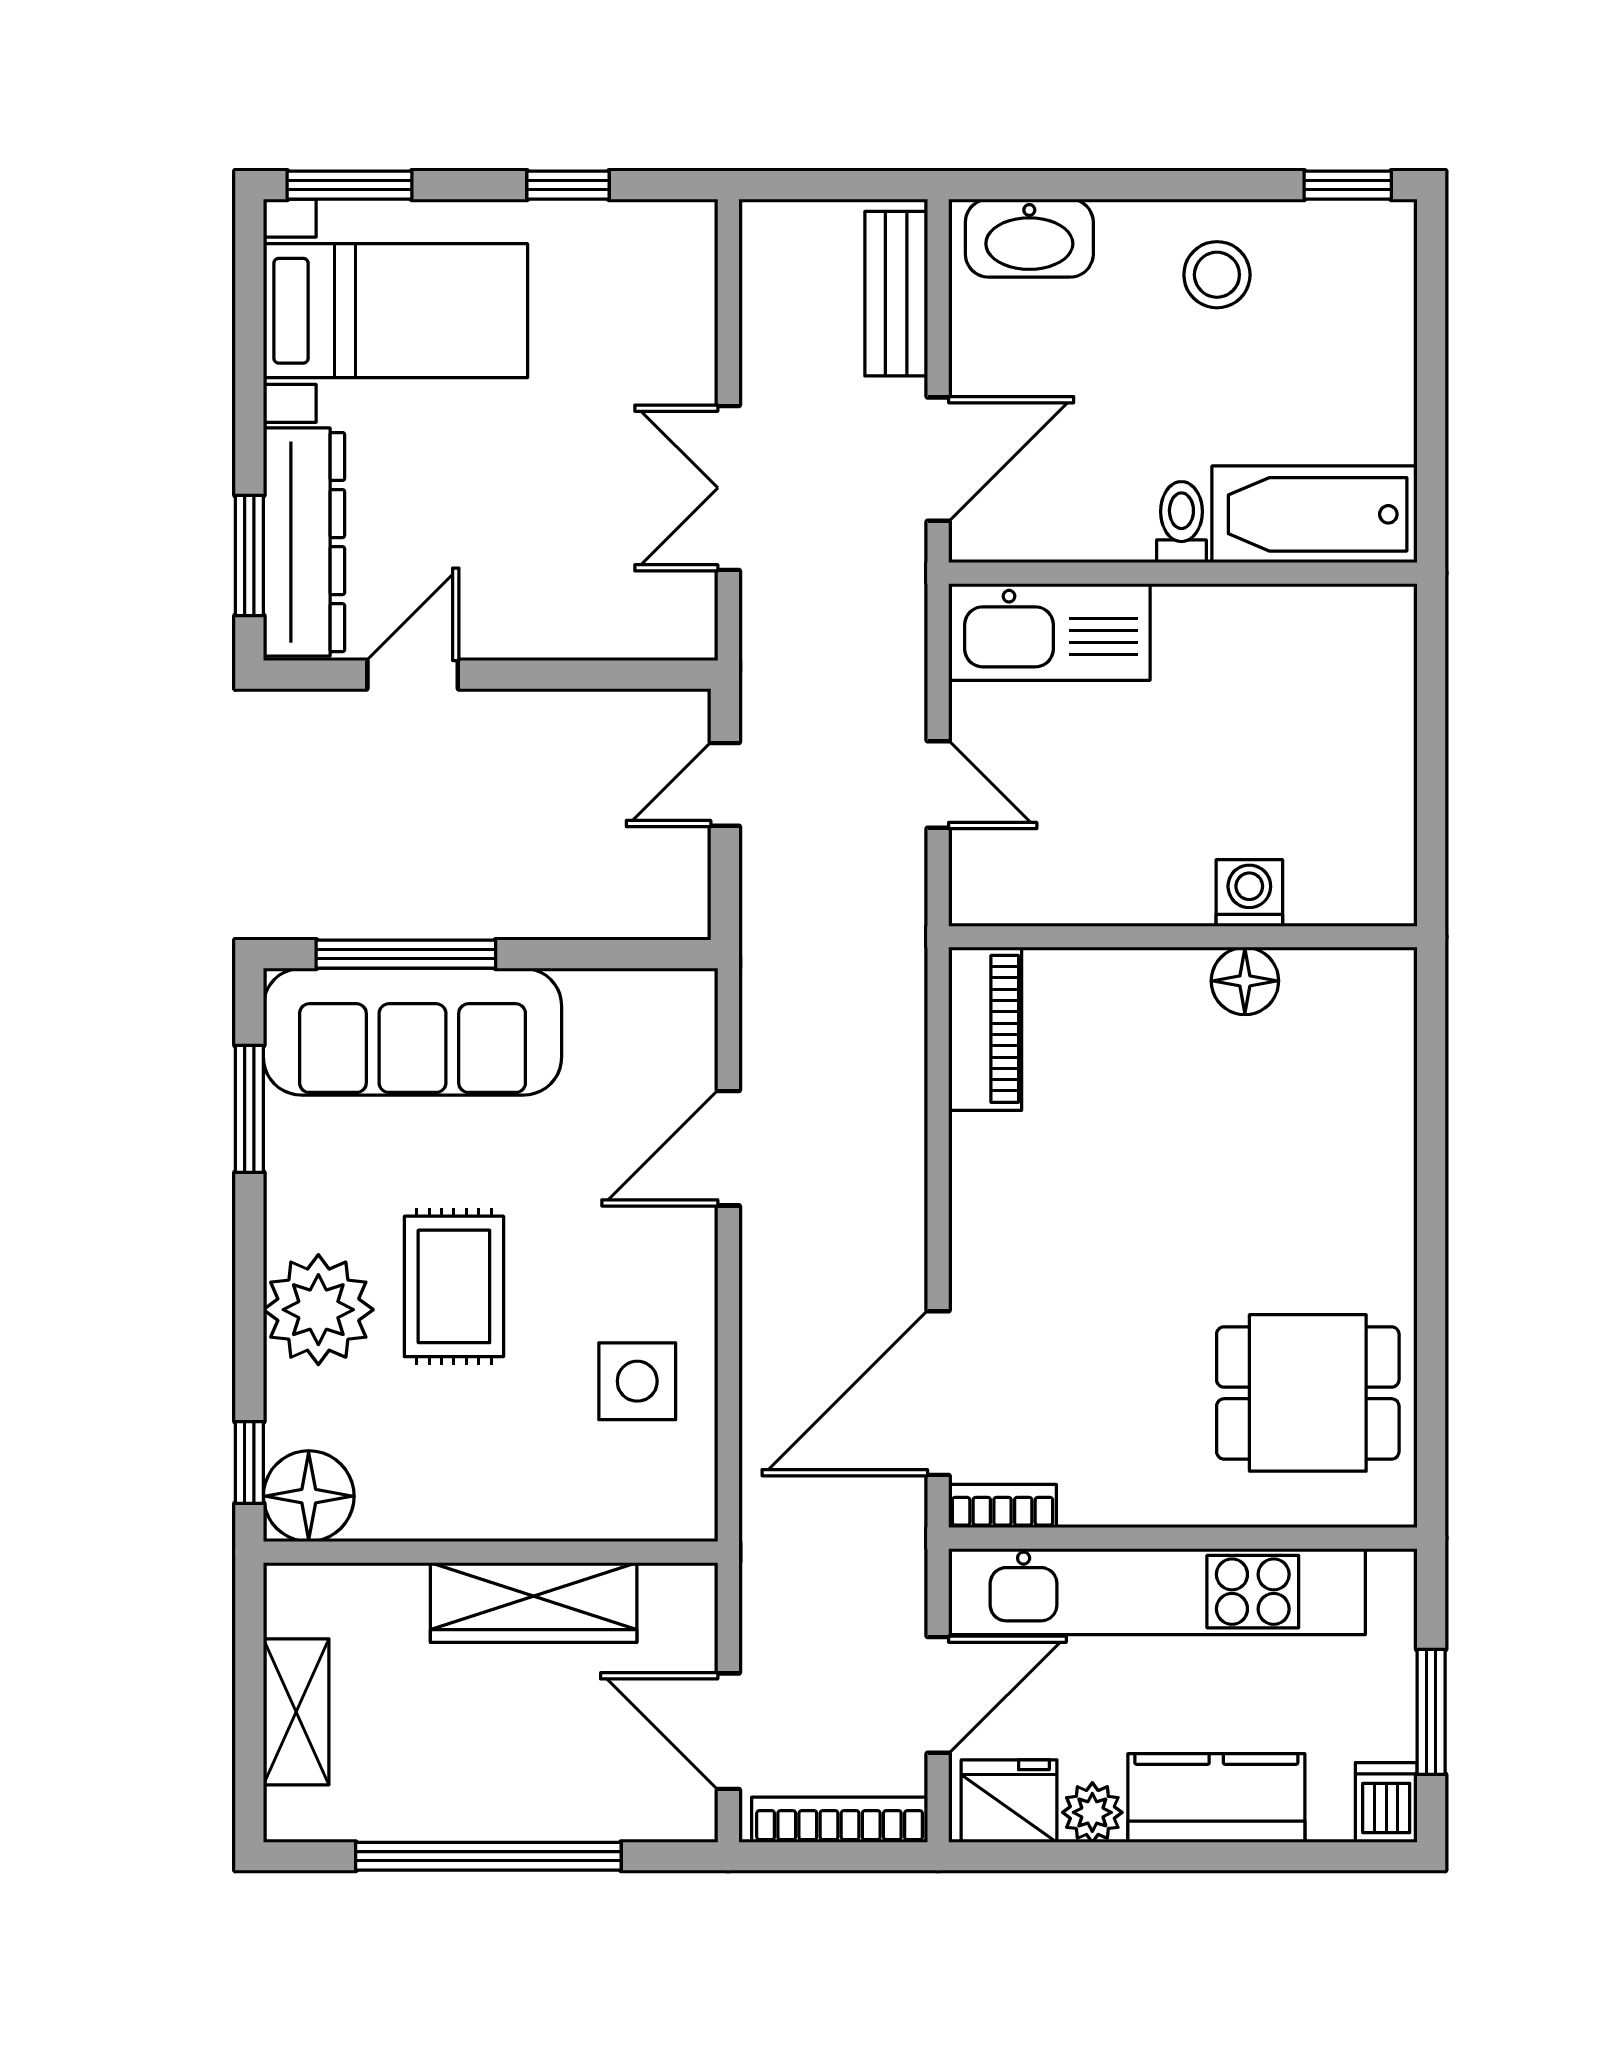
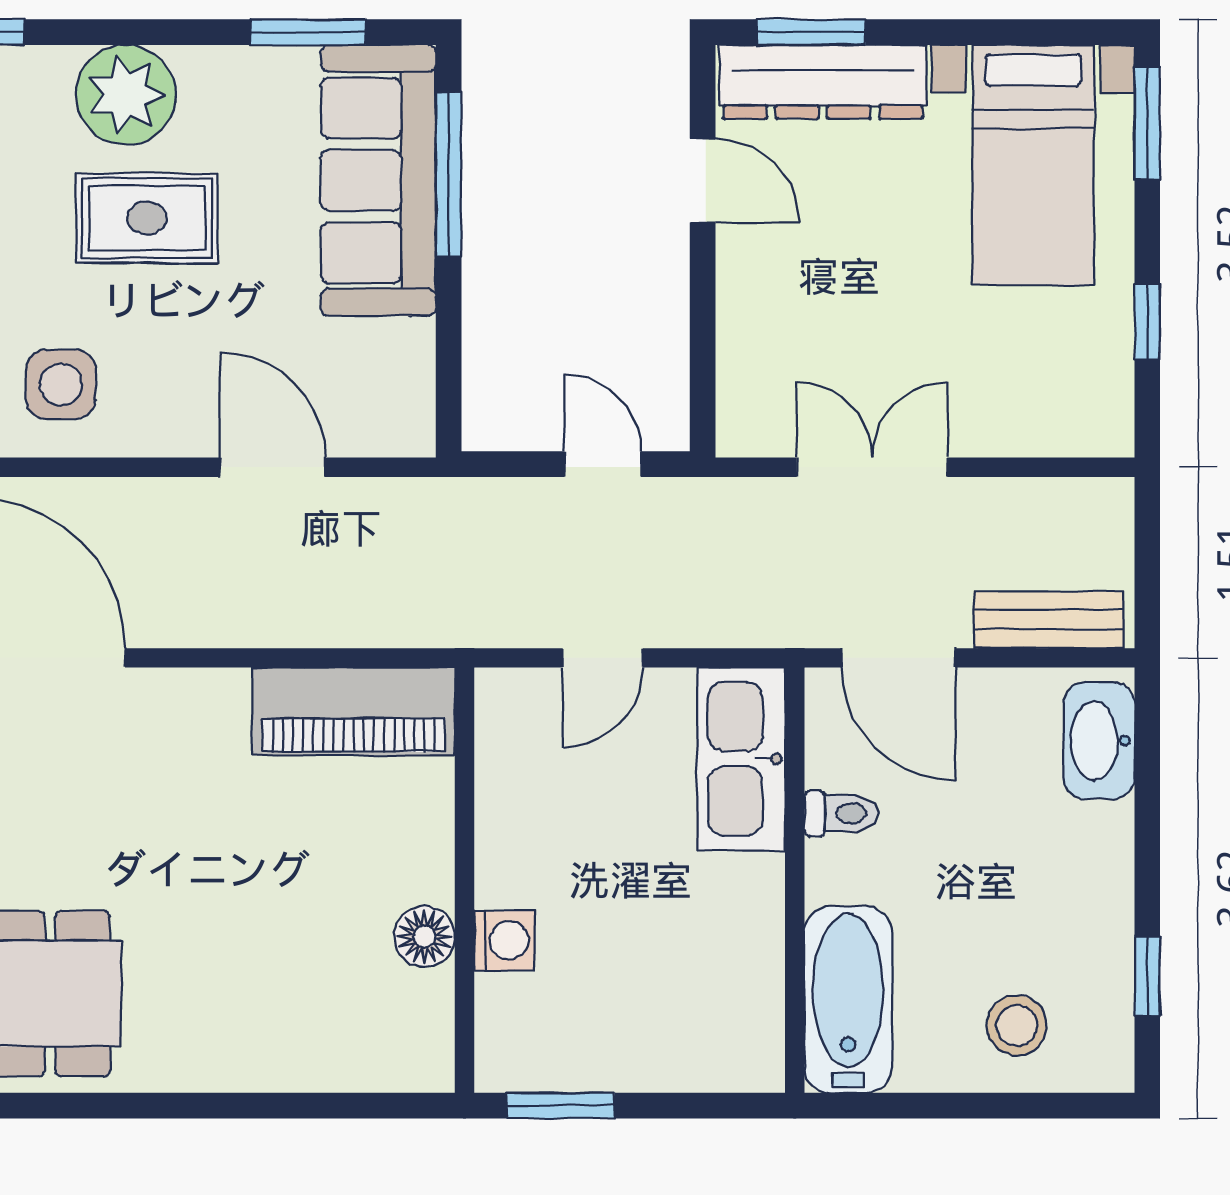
window: (1348, 185) -> (1147, 976), moved
stool: (1217, 275) -> (1017, 1025), moved
toilet: (1181, 522) -> (841, 813), moved
window: (1431, 831) -> (561, 1106), added
piano: (985, 1029) -> (354, 711), width x1.37, depth x1.33

